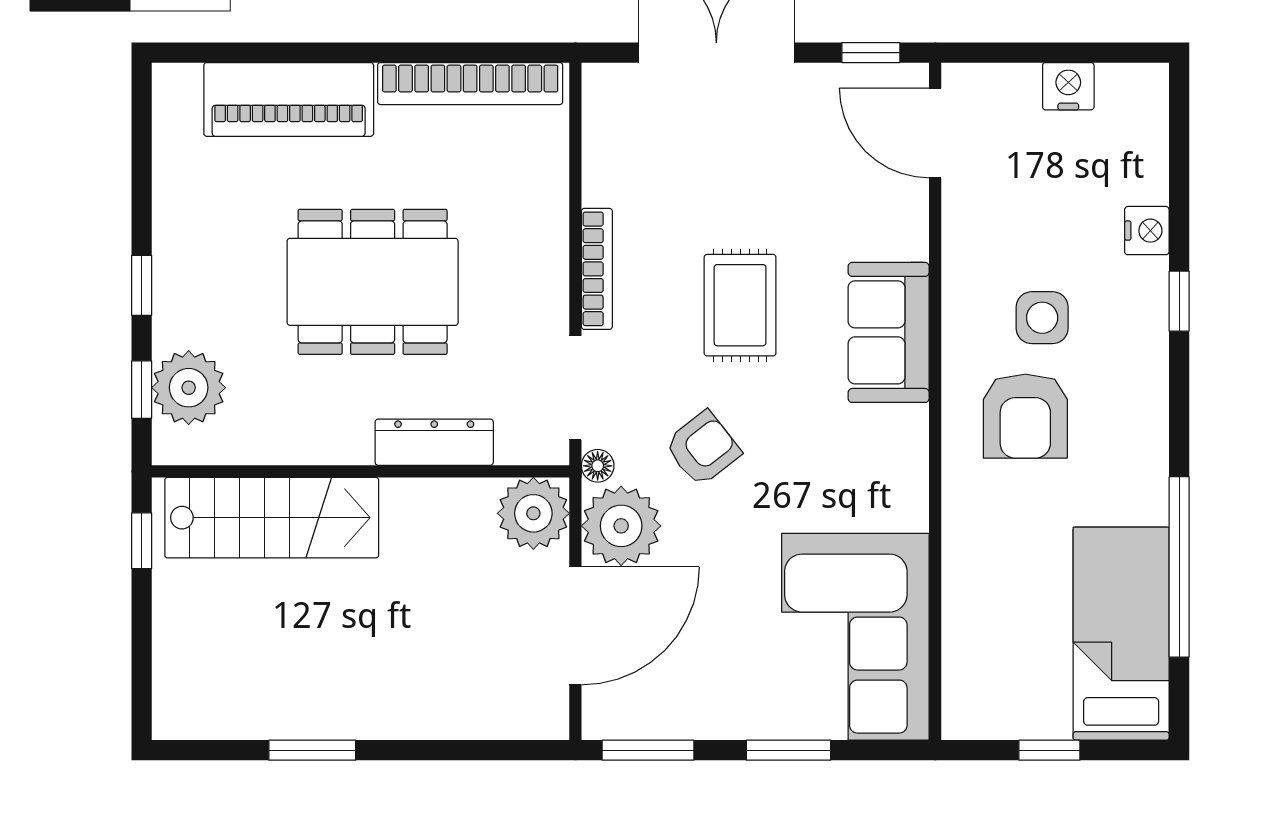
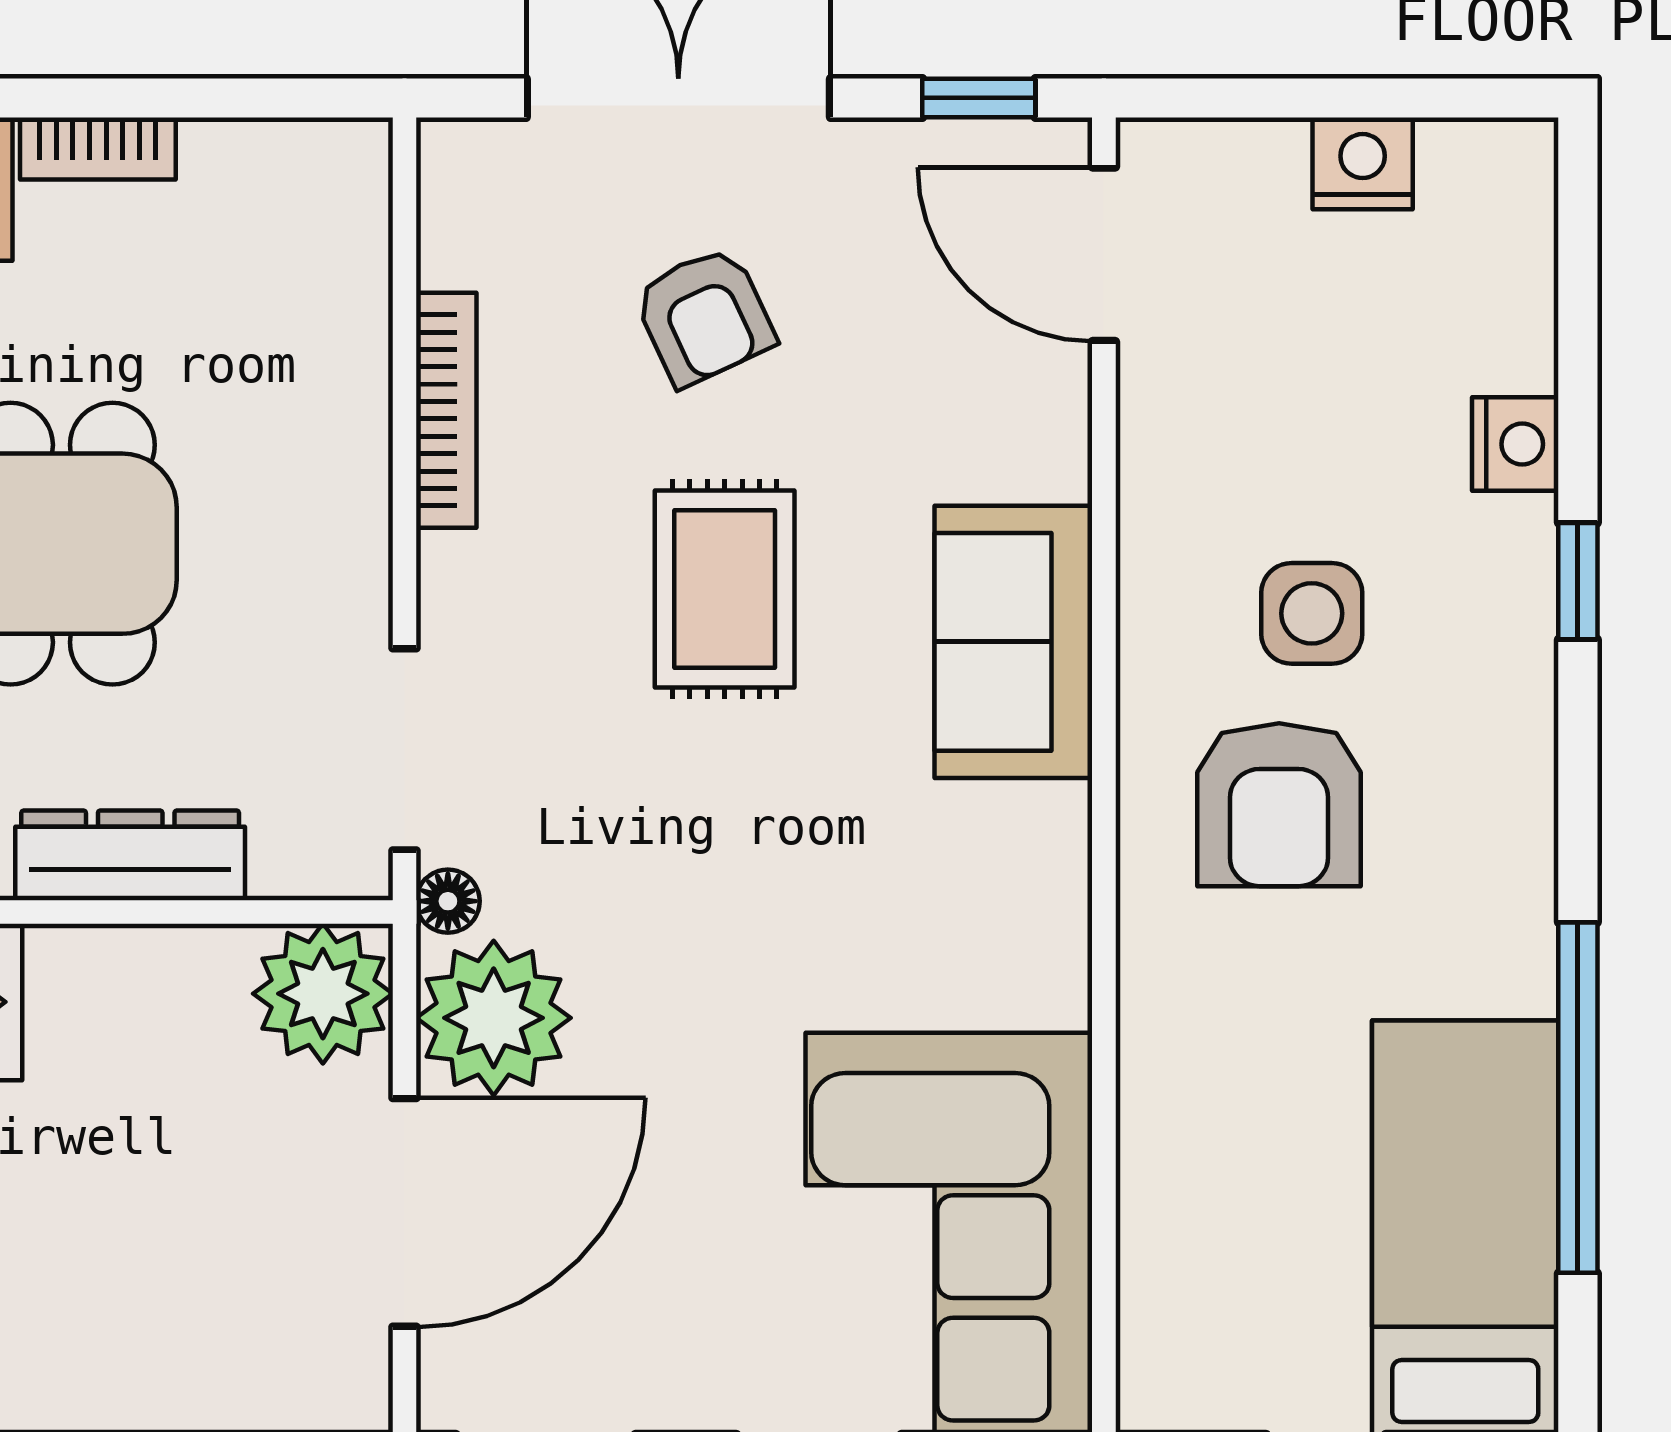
bookcase: (470, 84) -> (98, 149), width x0.43, depth x0.76
bookcase: (597, 269) -> (446, 410), moved
armchair: (703, 448) -> (704, 316), moved, turned 103

